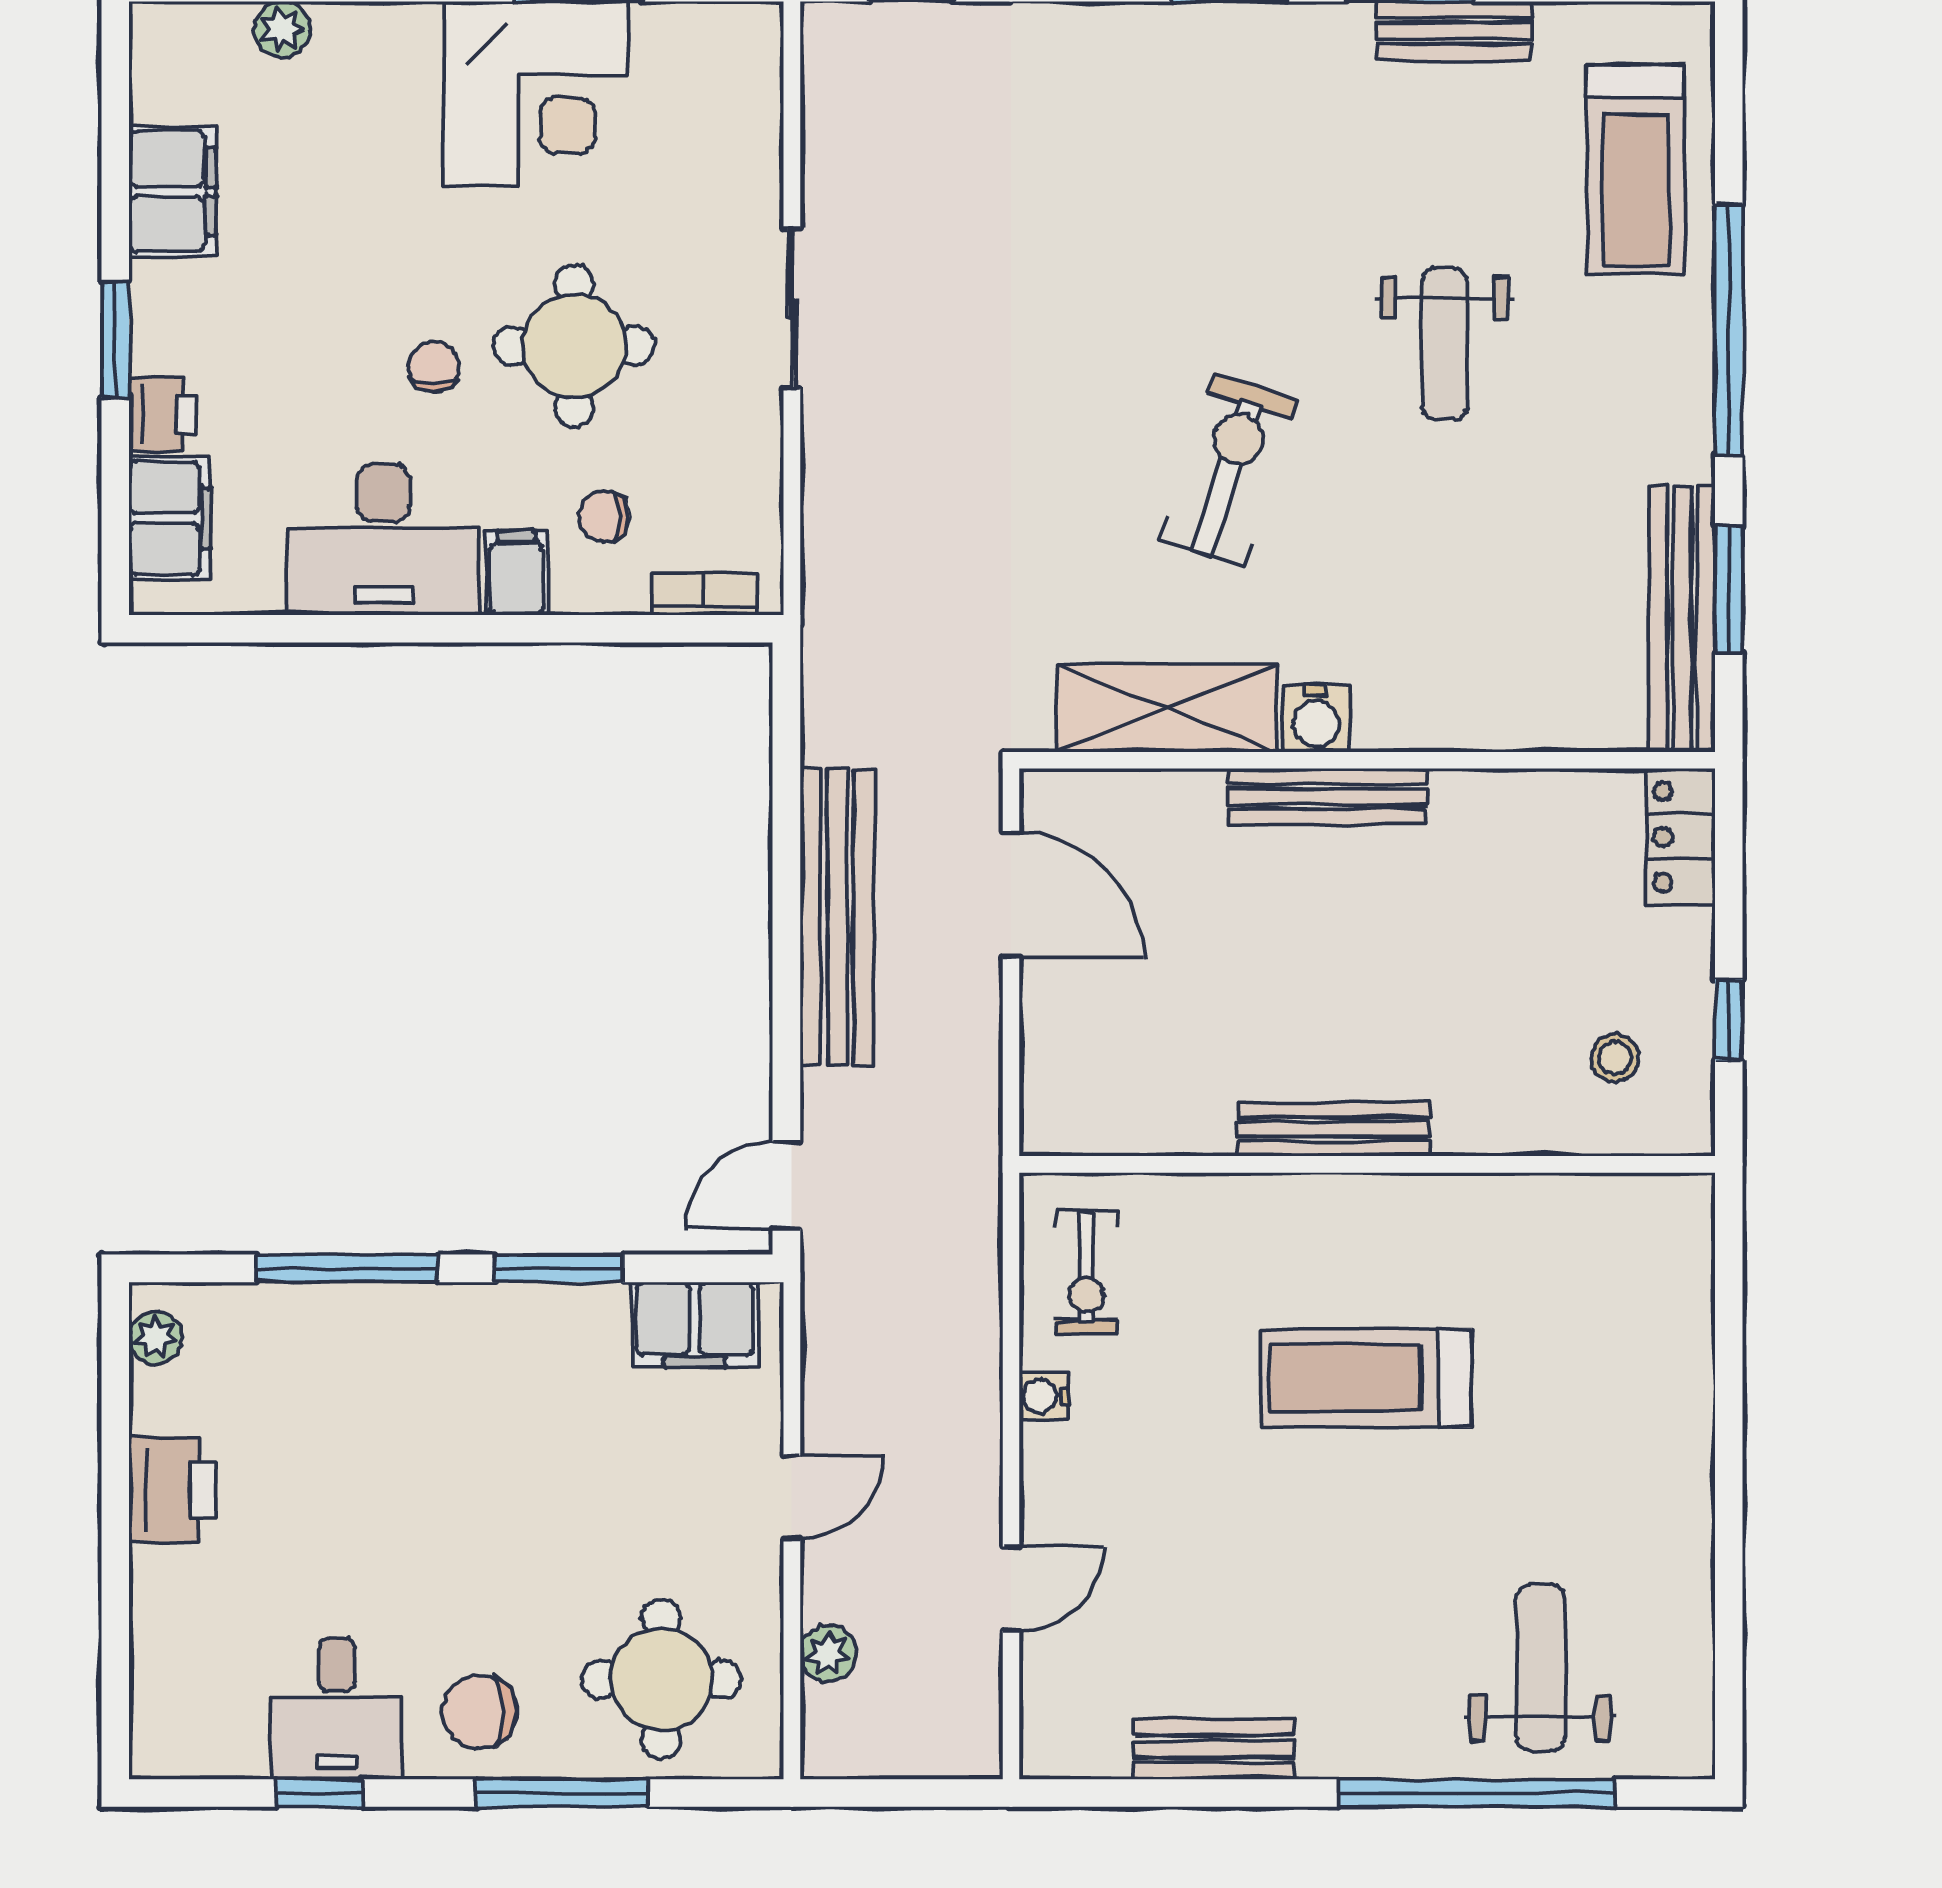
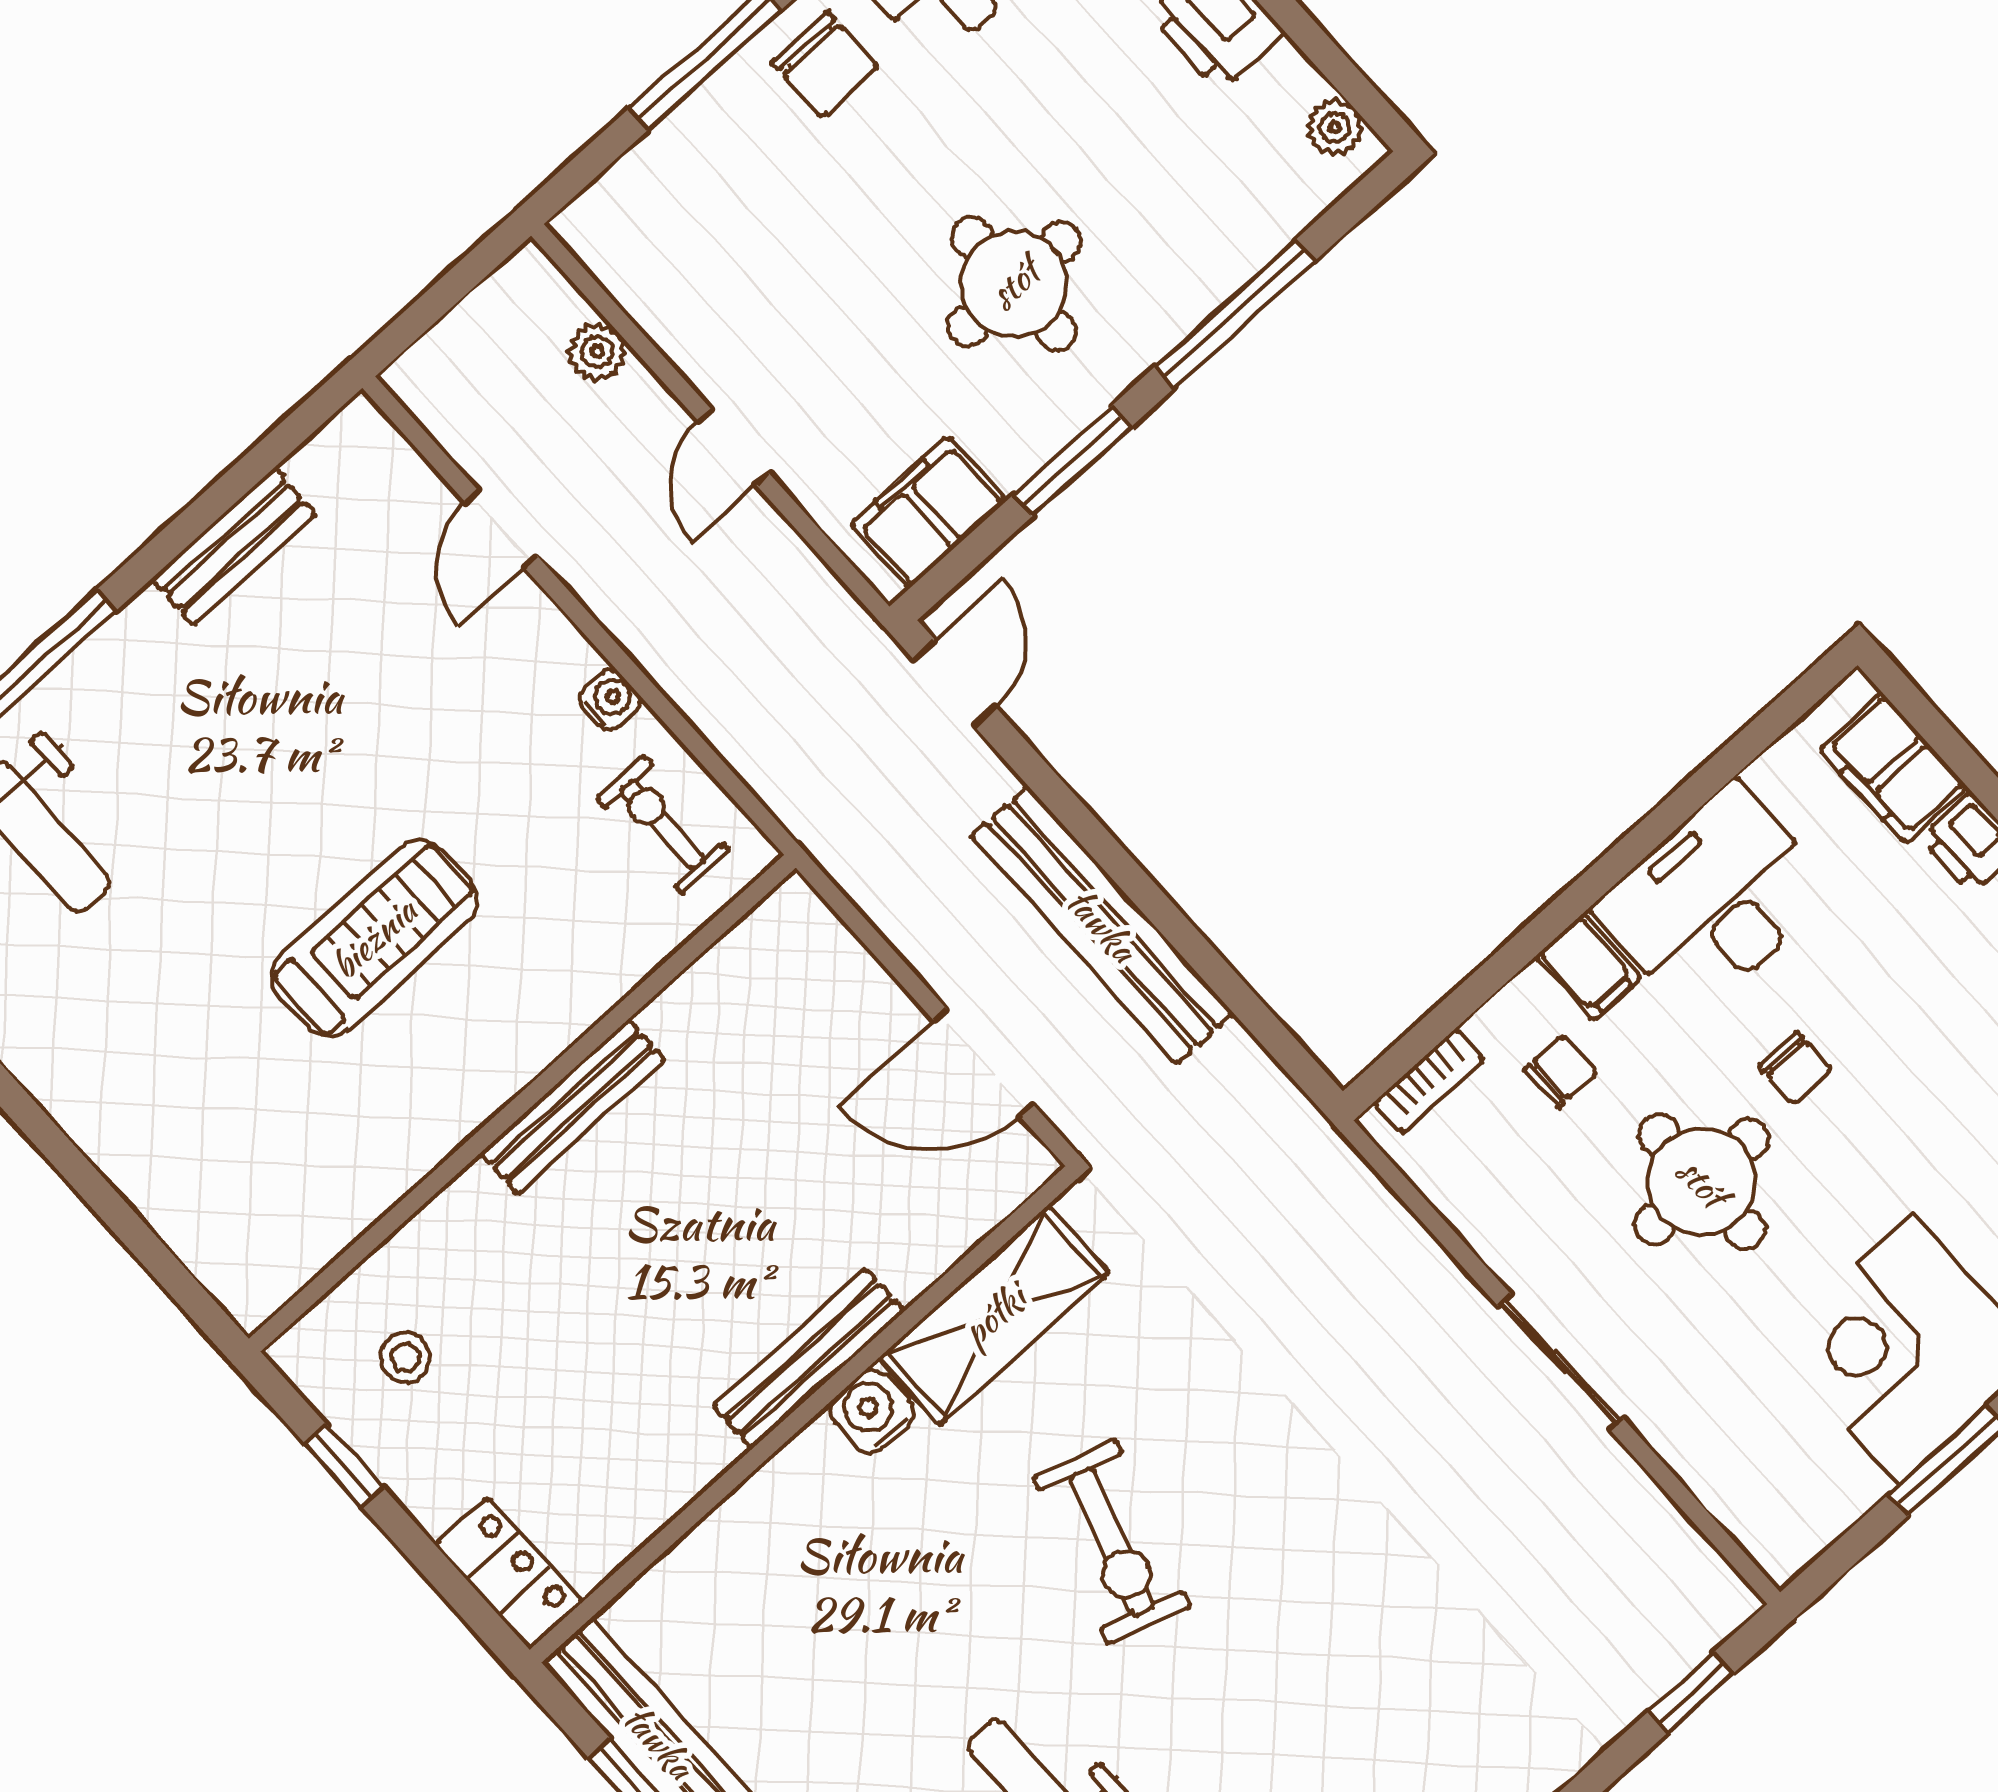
round table: (661, 1679) -> (1014, 284), moved
chair: (480, 1712) -> (825, 64), turned 90

